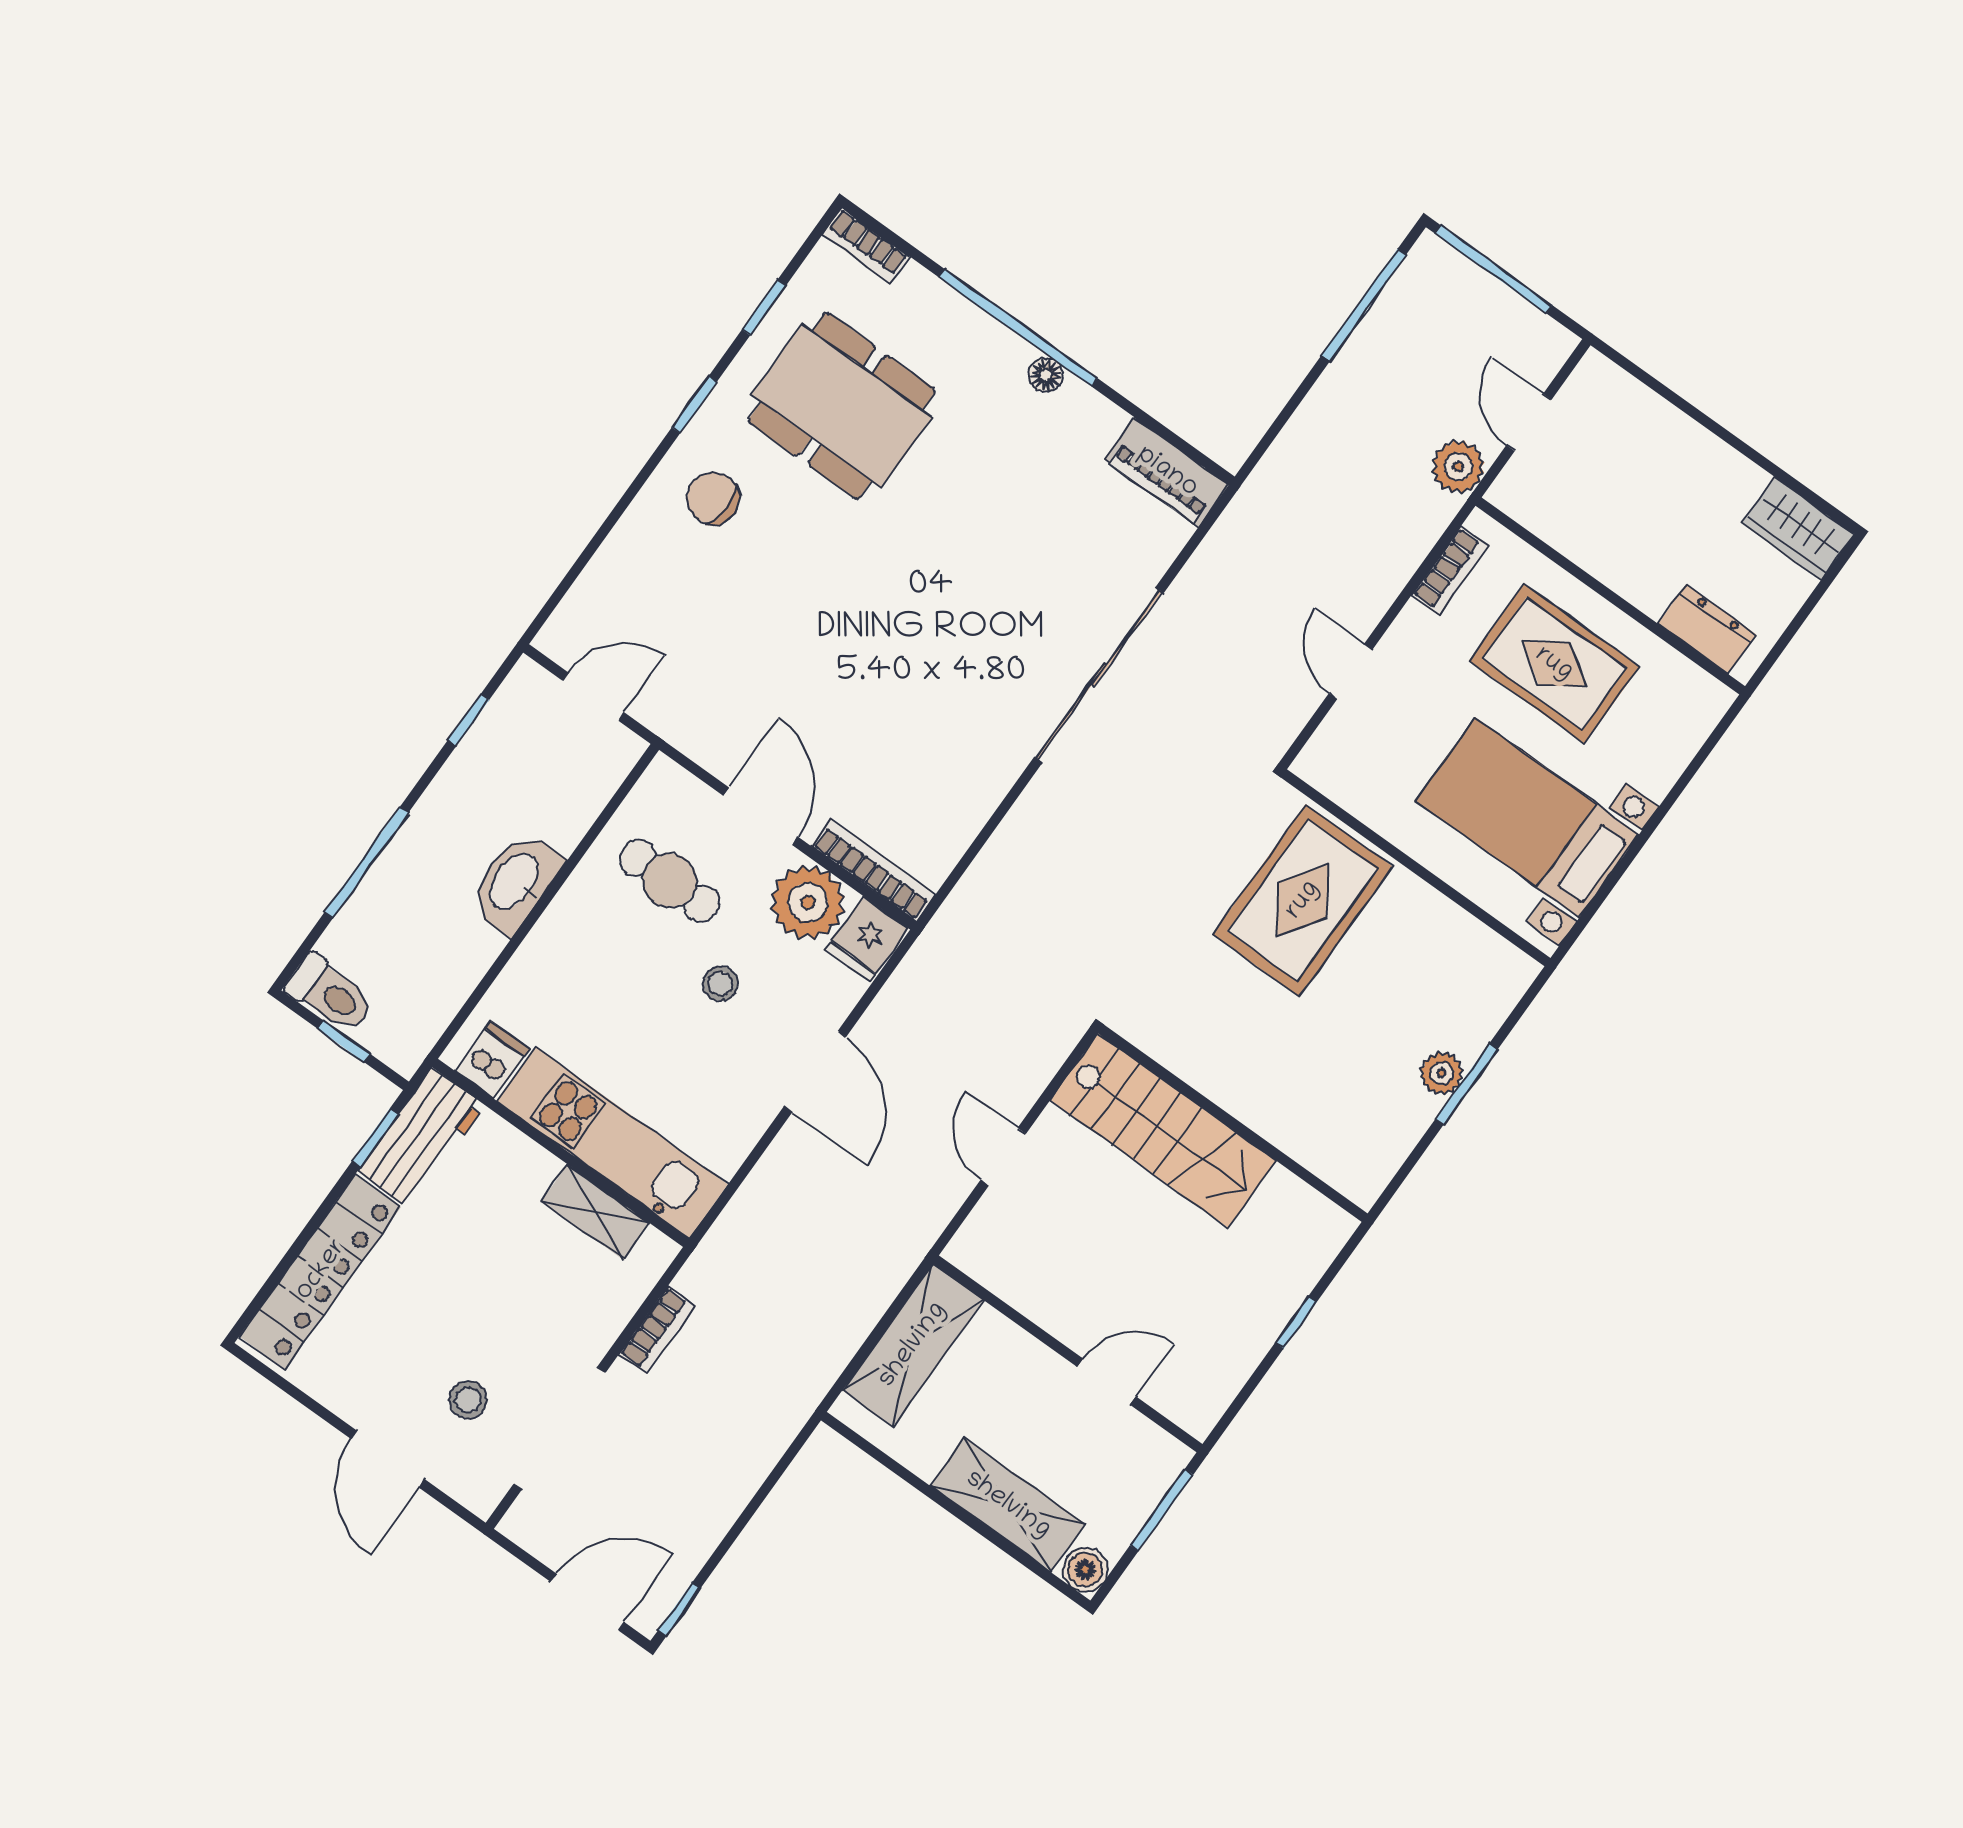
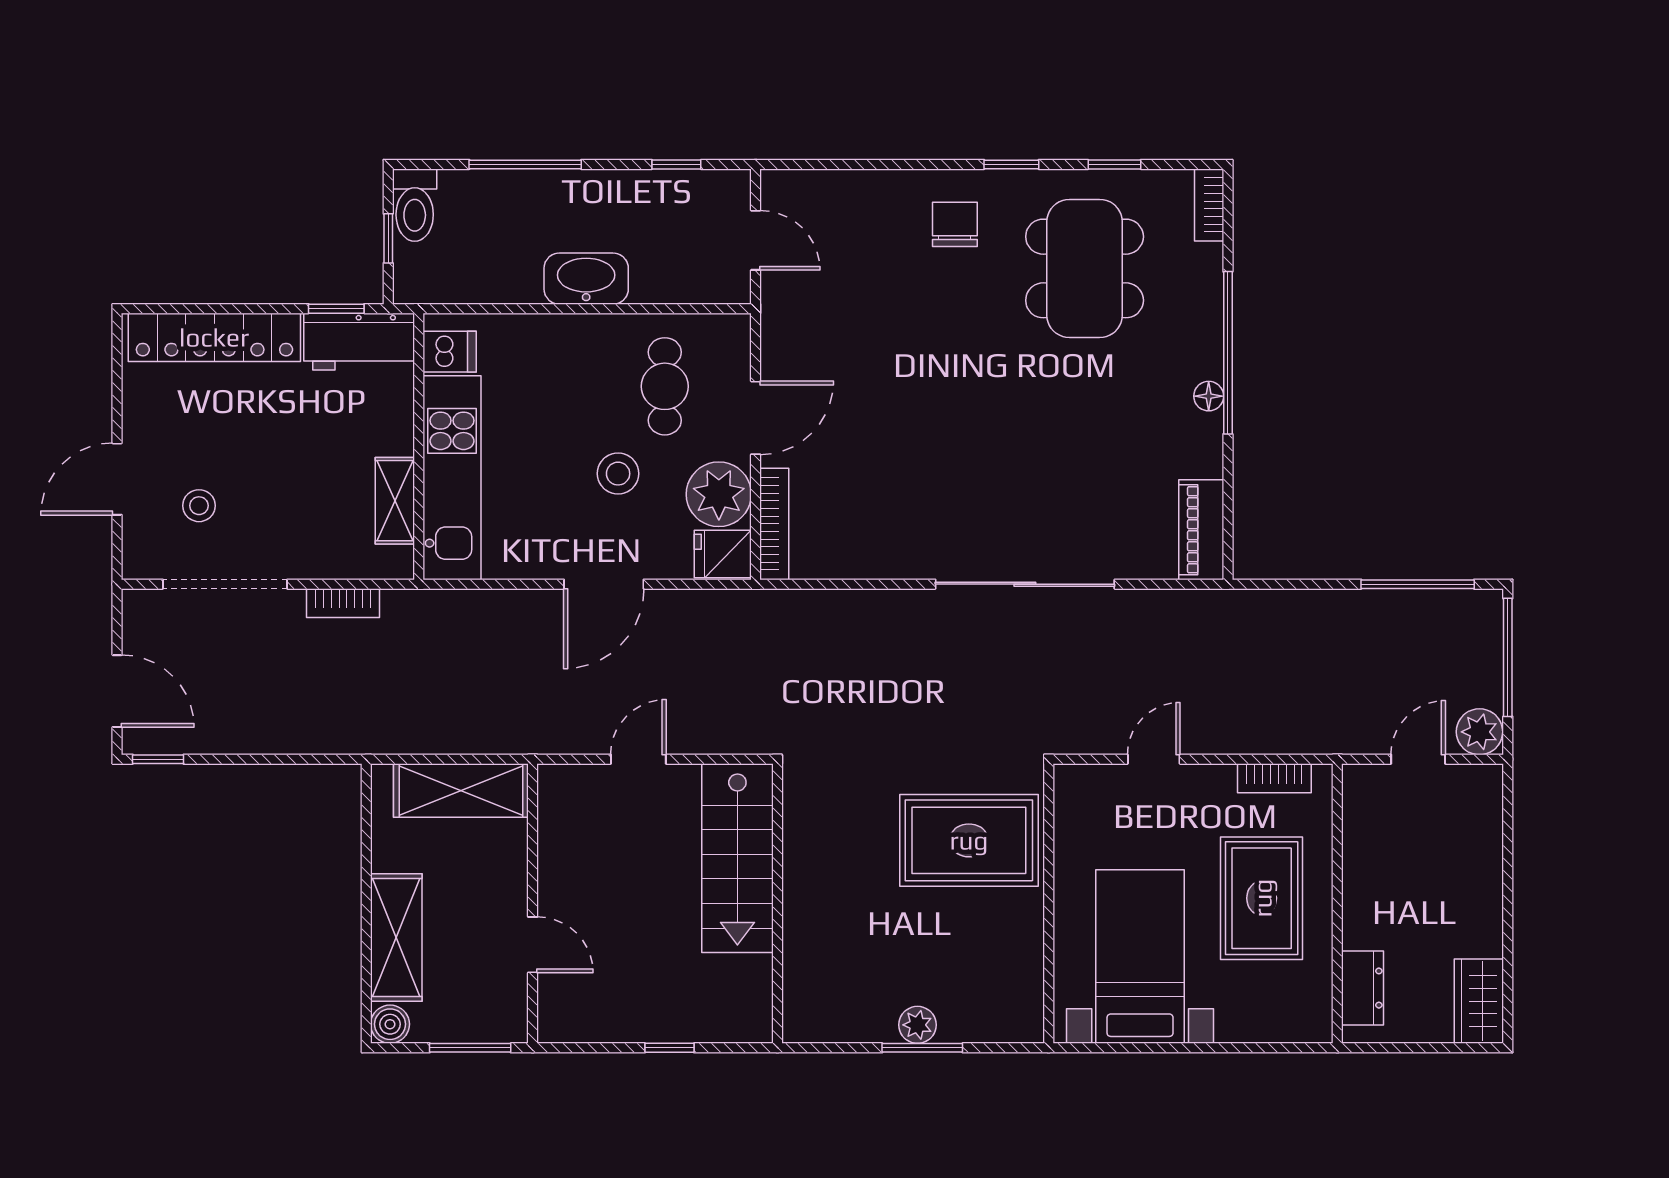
plant: (1458, 467) -> (1479, 732), moved
stool: (720, 983) -> (618, 474), width x1.37, depth x1.37

